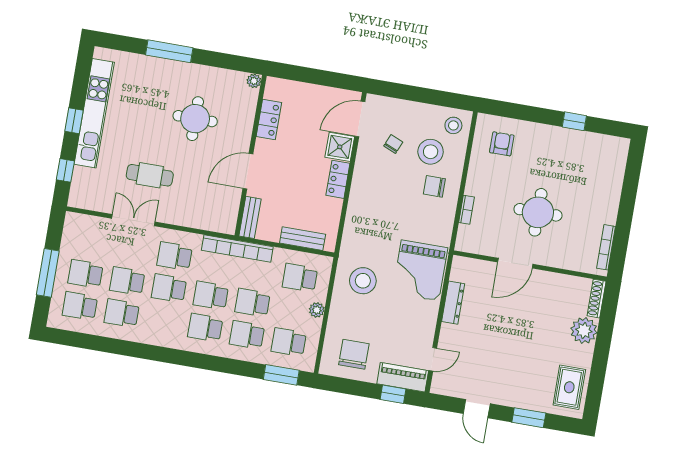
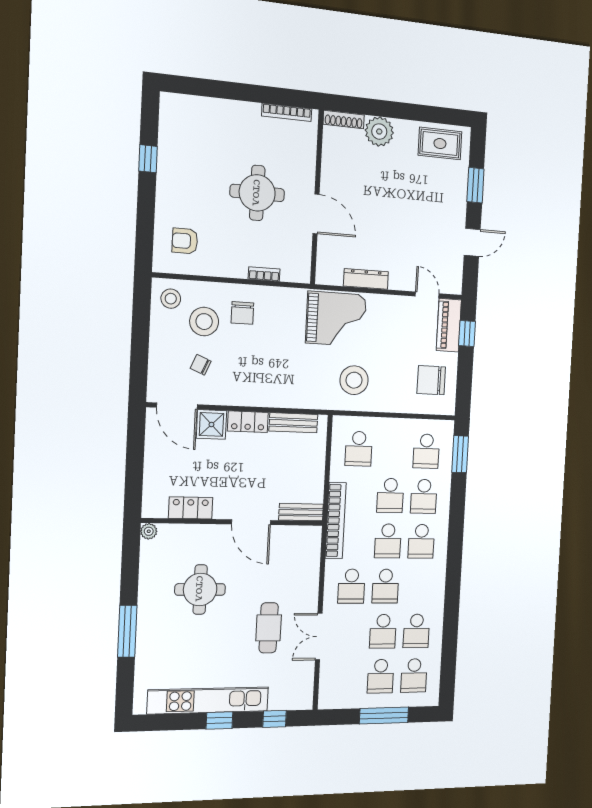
bench: (303, 239) -> (293, 423), moved, turned 90
plant: (317, 310) -> (390, 426), removed

